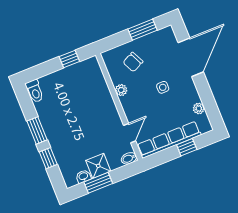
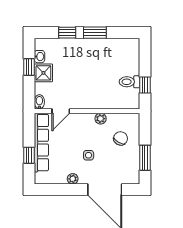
chair: (133, 62) -> (120, 138), turned 56
toilet: (35, 91) -> (129, 82), moved
plant: (199, 108) -> (73, 179), moved
door: (130, 133) -> (61, 111), hinge flipped
window: (98, 183) -> (29, 67), width x0.67

